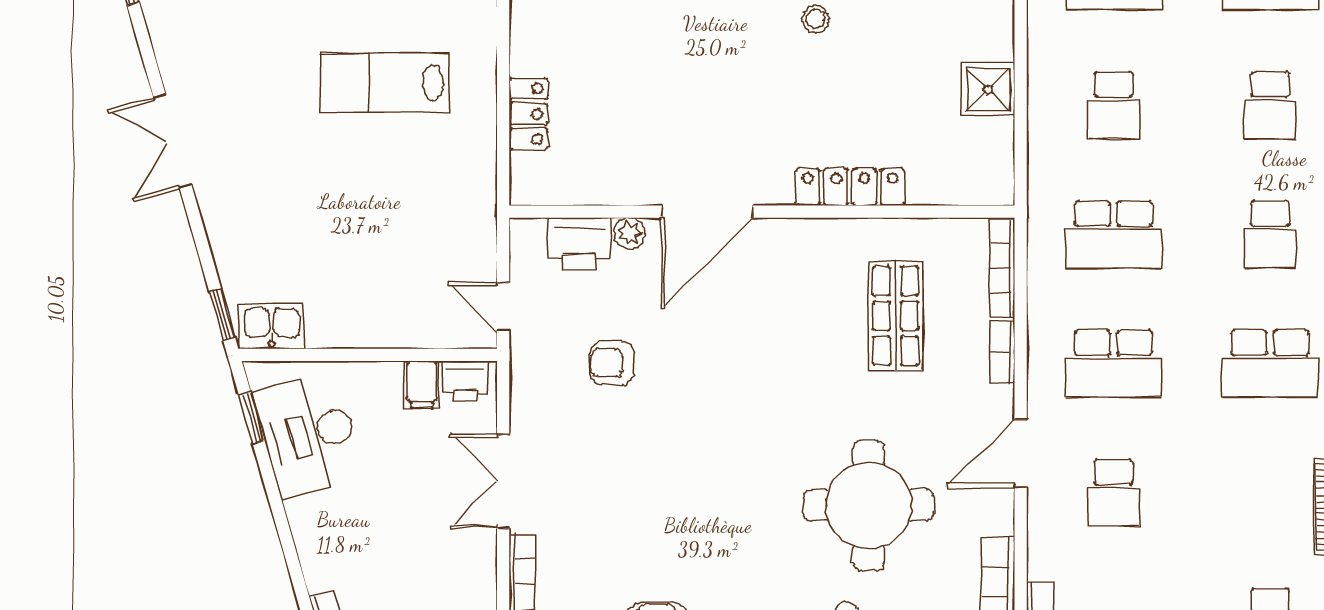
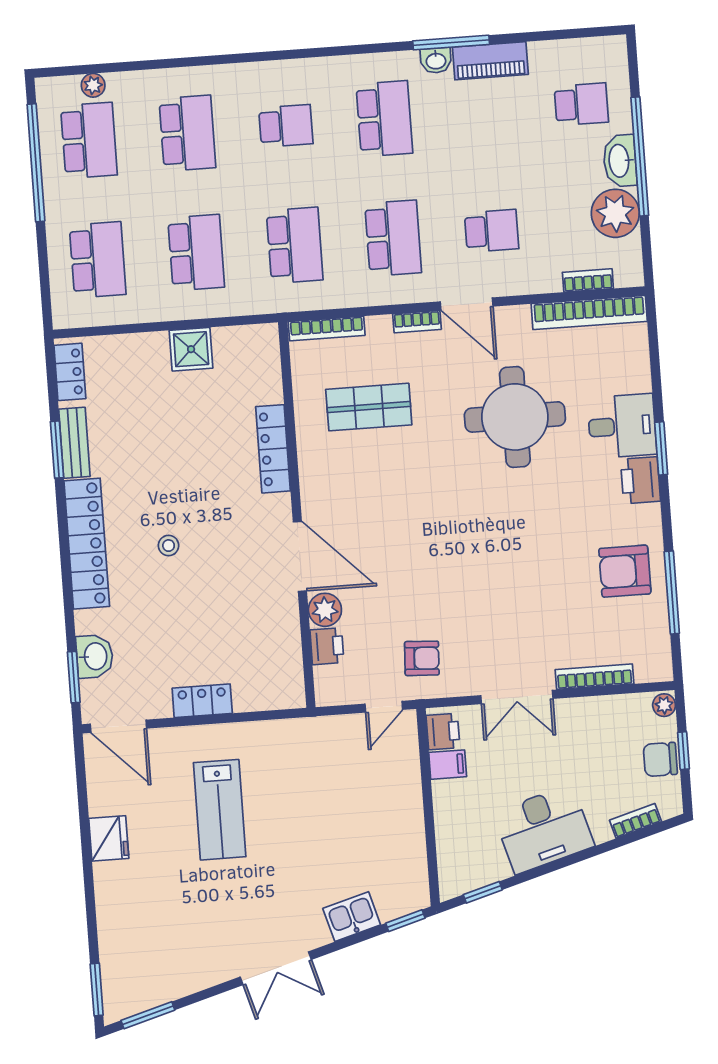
stool: (815, 19) -> (169, 546), moved
school desk: (1114, 105) -> (196, 253), width x1.85
school desk: (1270, 105) -> (187, 133), width x1.85
locker: (528, 114) -> (202, 701), moved
plant: (629, 233) -> (325, 610), width x1.38, depth x1.38
printer: (579, 243) -> (327, 646), width x0.73, depth x0.81
kitchen sink: (272, 326) -> (352, 917), moved, turned 74
bookcase: (1002, 352) -> (417, 322), moved
armchair: (612, 363) -> (422, 658), moved, turned -87
desk: (308, 434) -> (544, 829), moved

